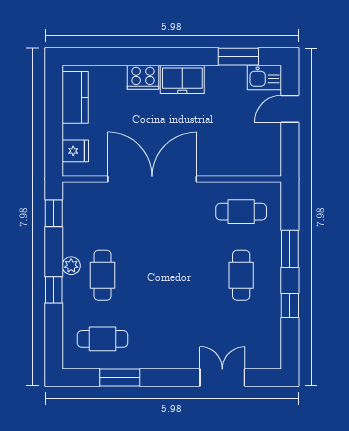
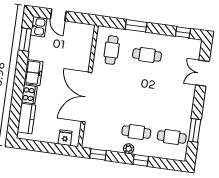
kitchen counter: (75, 97) -> (26, 118), moved, turned 90
window: (290, 305) -> (183, 32), moved
cafe table: (103, 339) -> (172, 137), turned 90

